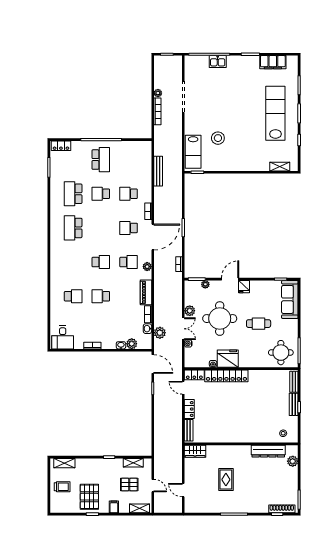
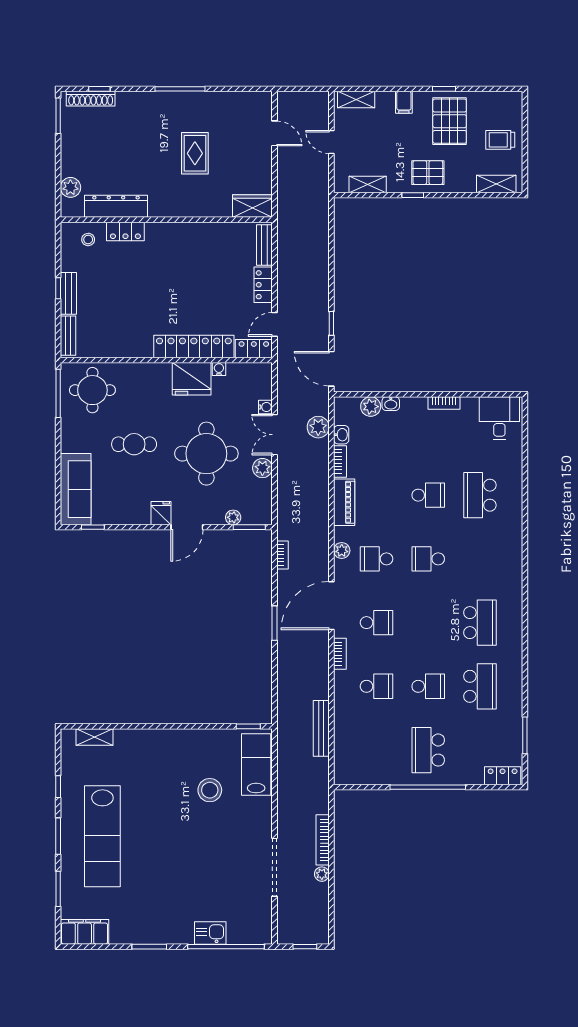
filing cabinet: (273, 62) -> (85, 932), moved
school desk: (73, 296) -> (480, 495), width x1.85
door: (183, 388) -> (274, 324), swing flipped
locker: (263, 438) -> (125, 231), added
pallet: (129, 485) -> (428, 173), moved

